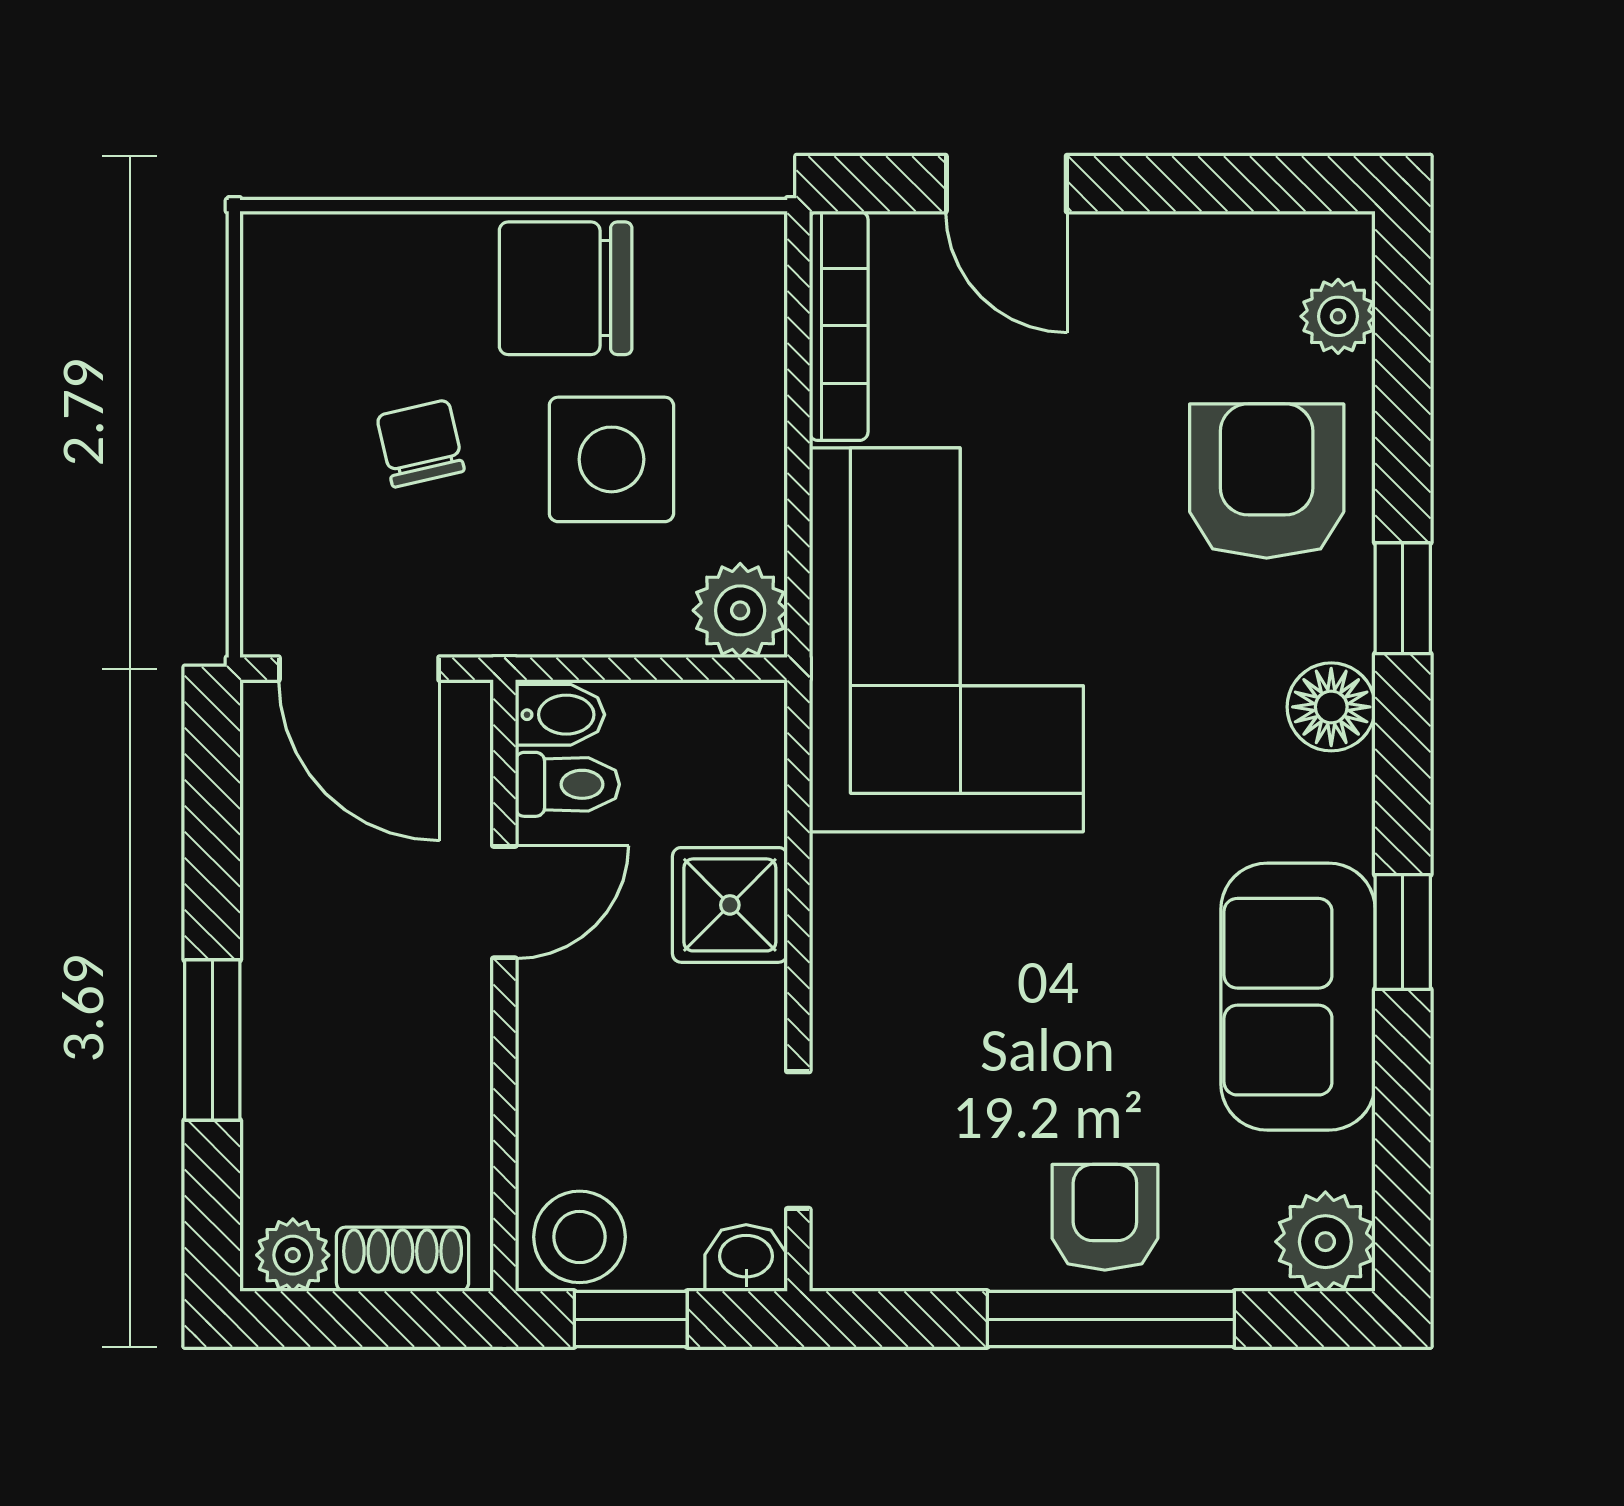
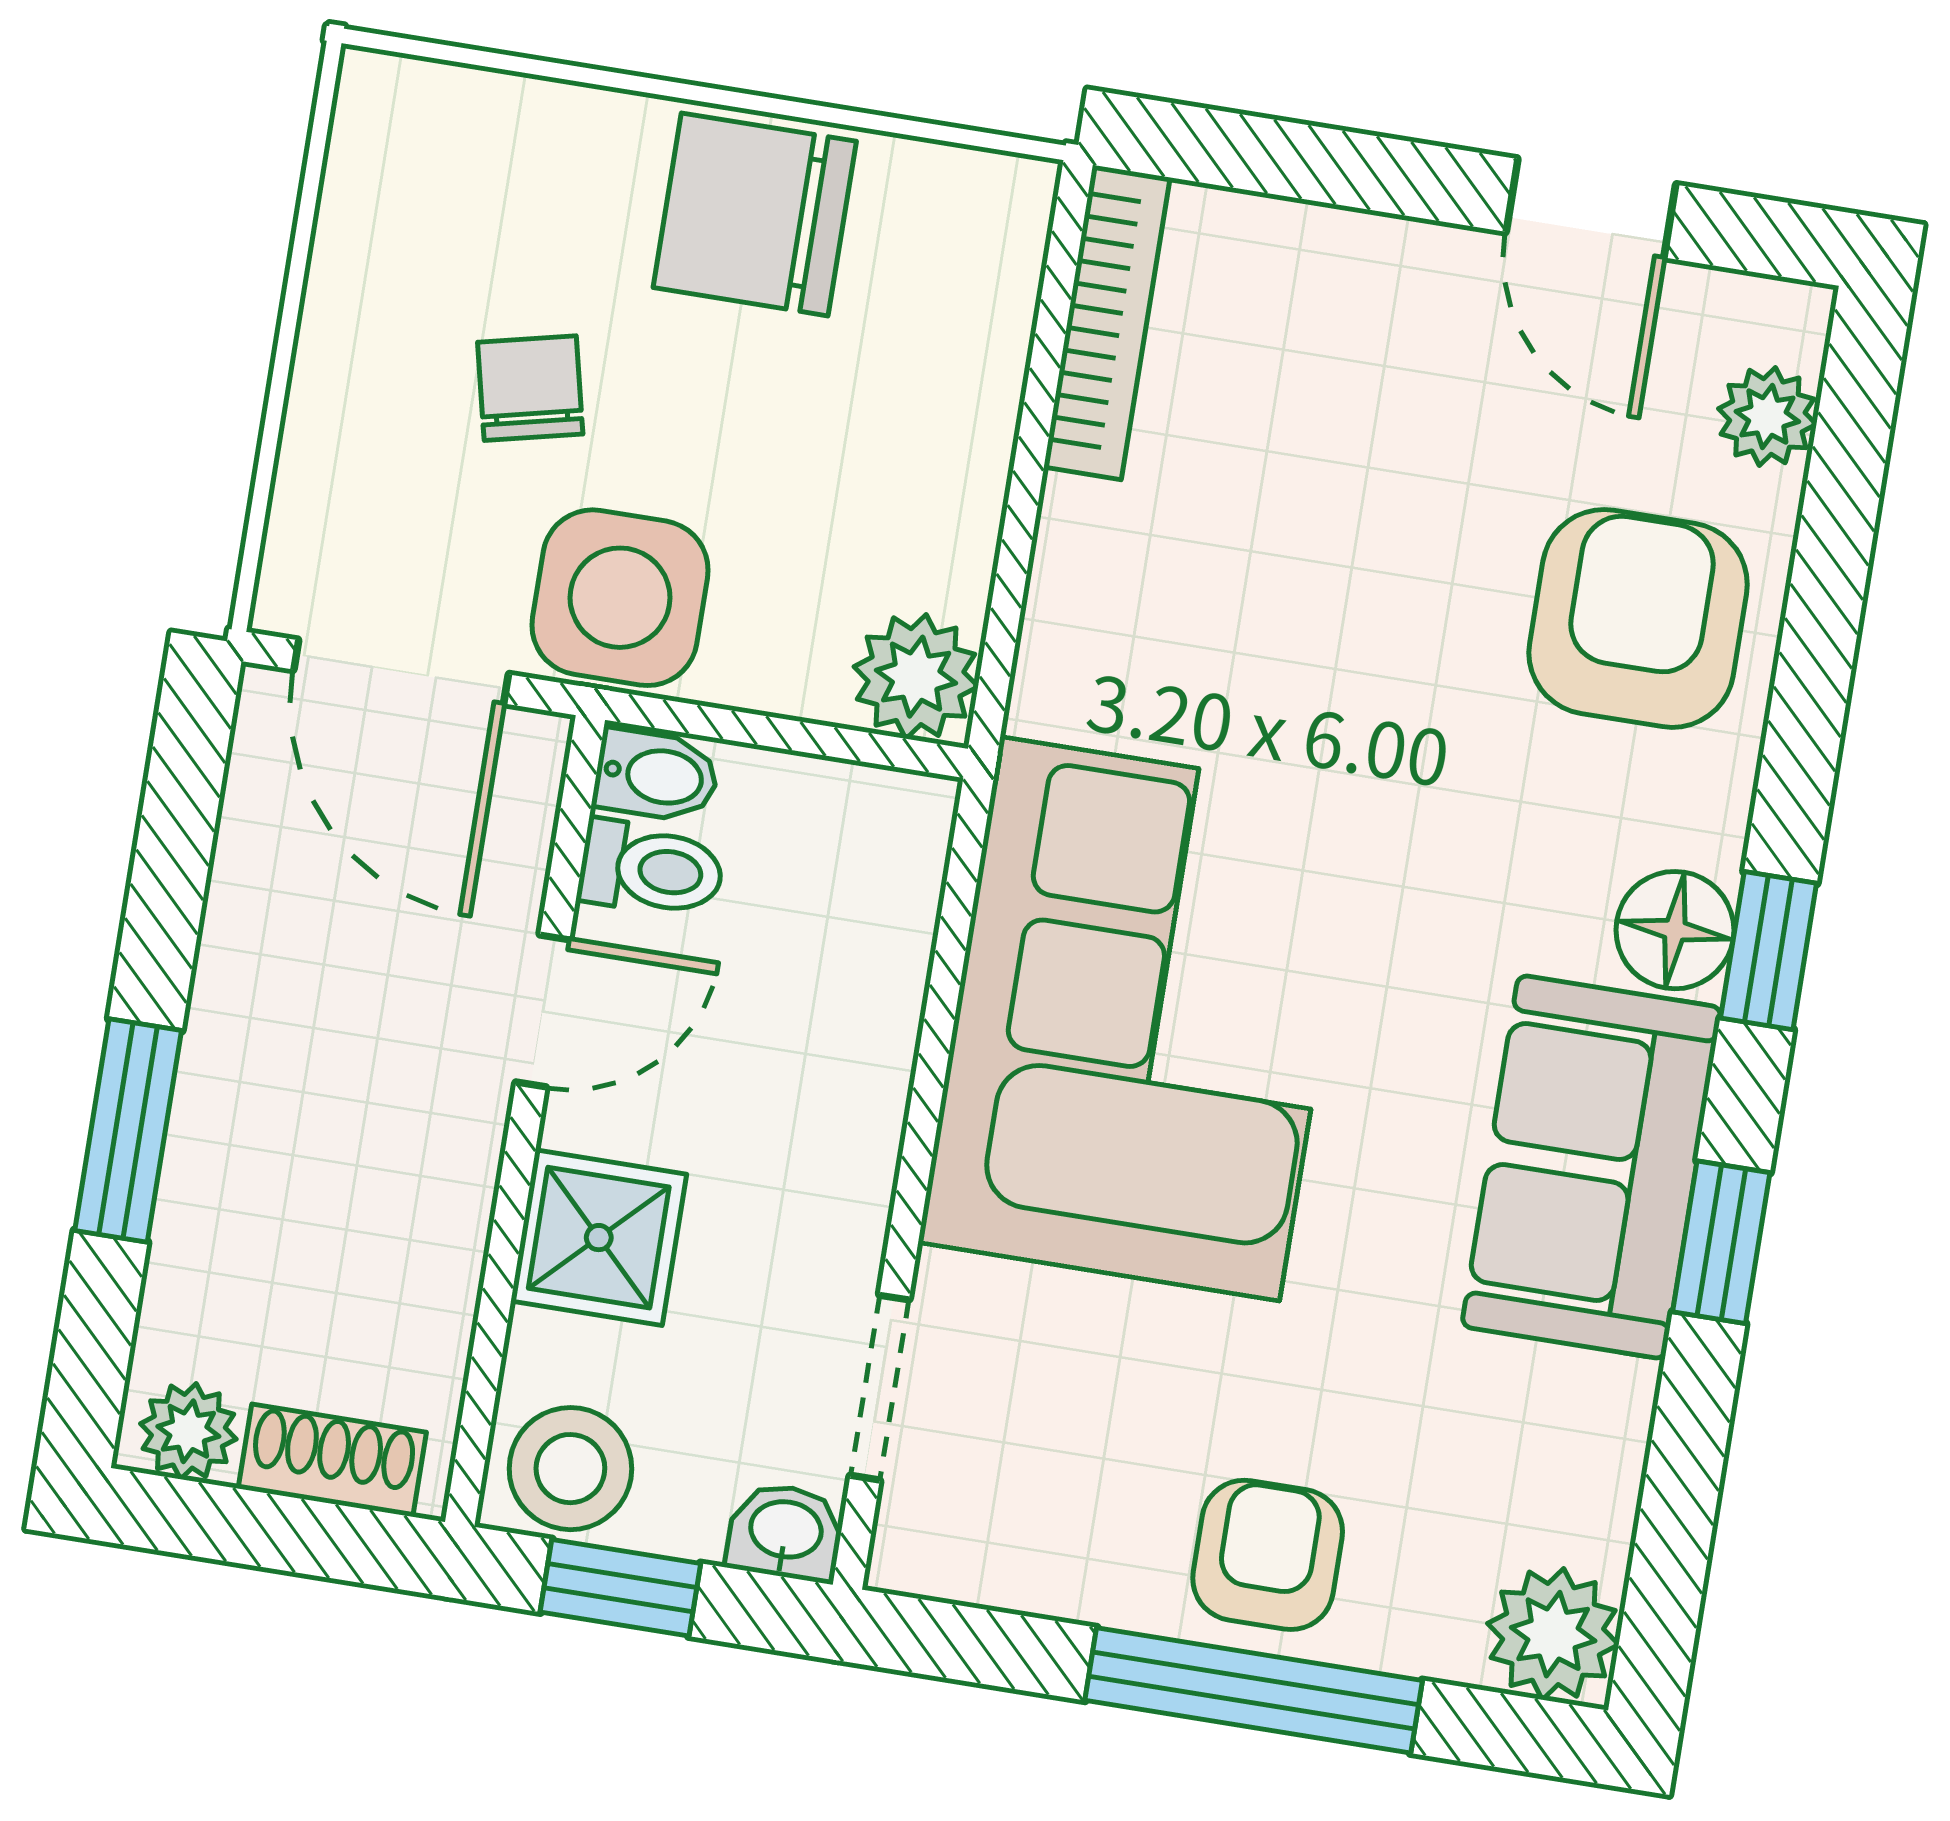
door: (1006, 184) -> (1591, 208), moved
side table: (611, 459) -> (620, 598), moved
window: (1403, 598) -> (1769, 951), moved
corner sofa: (946, 640) -> (1140, 1019), moved
shower: (730, 905) -> (599, 1238), moved
sofa: (1298, 997) -> (1592, 1167), moved

